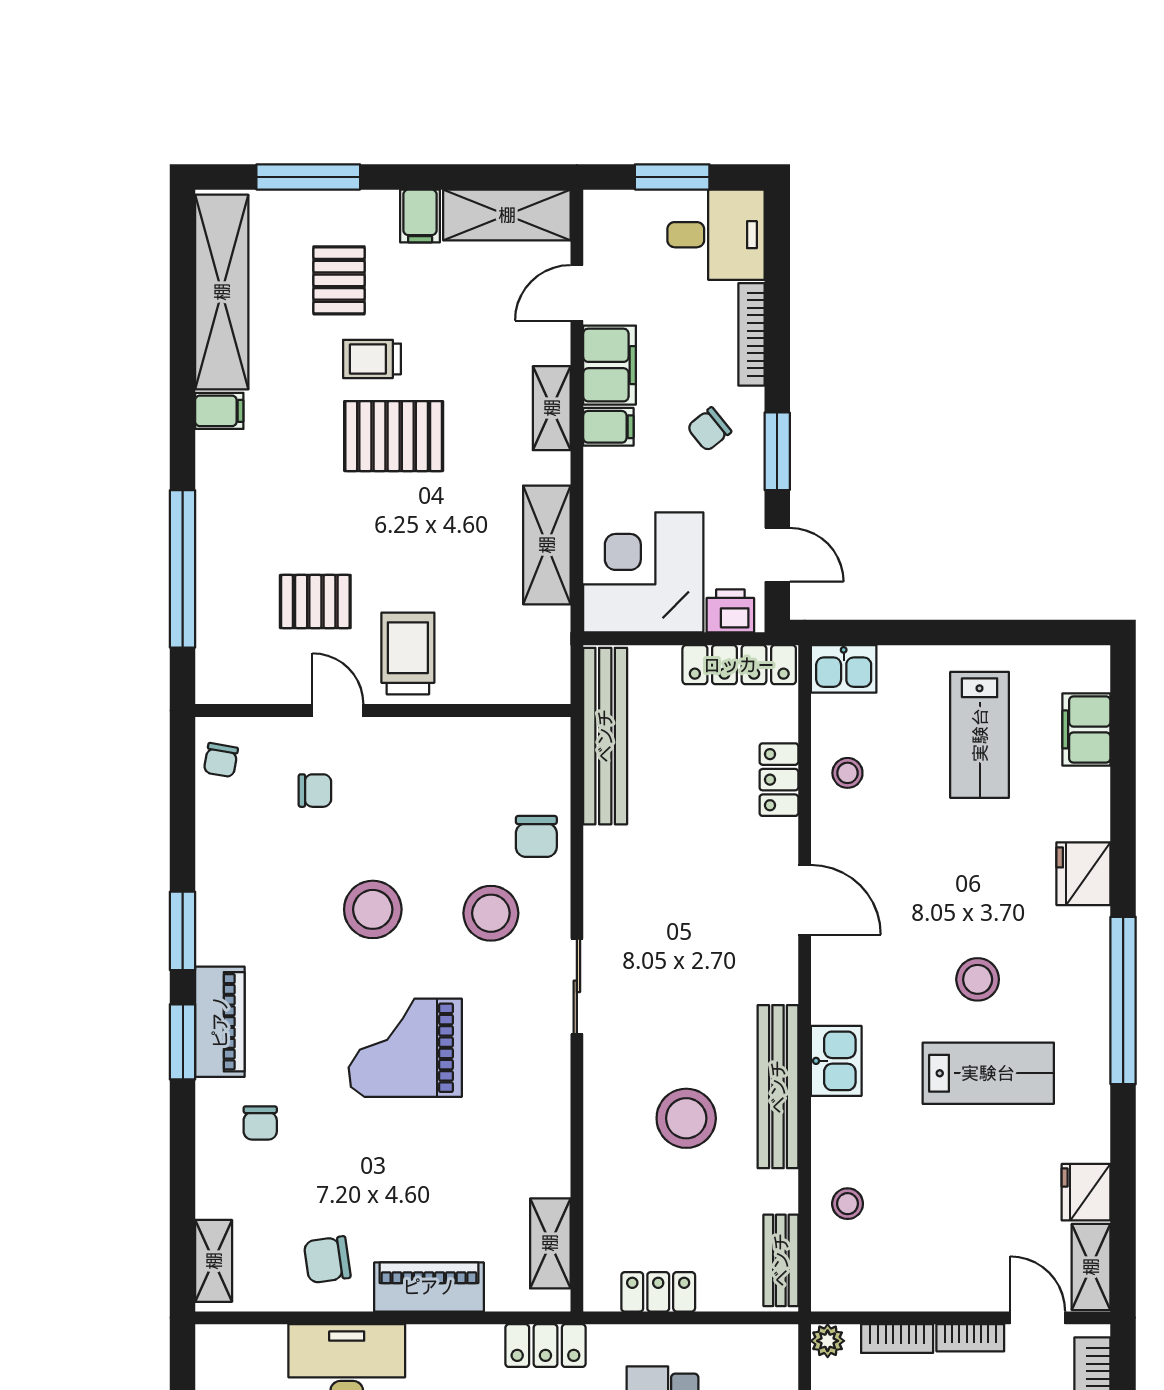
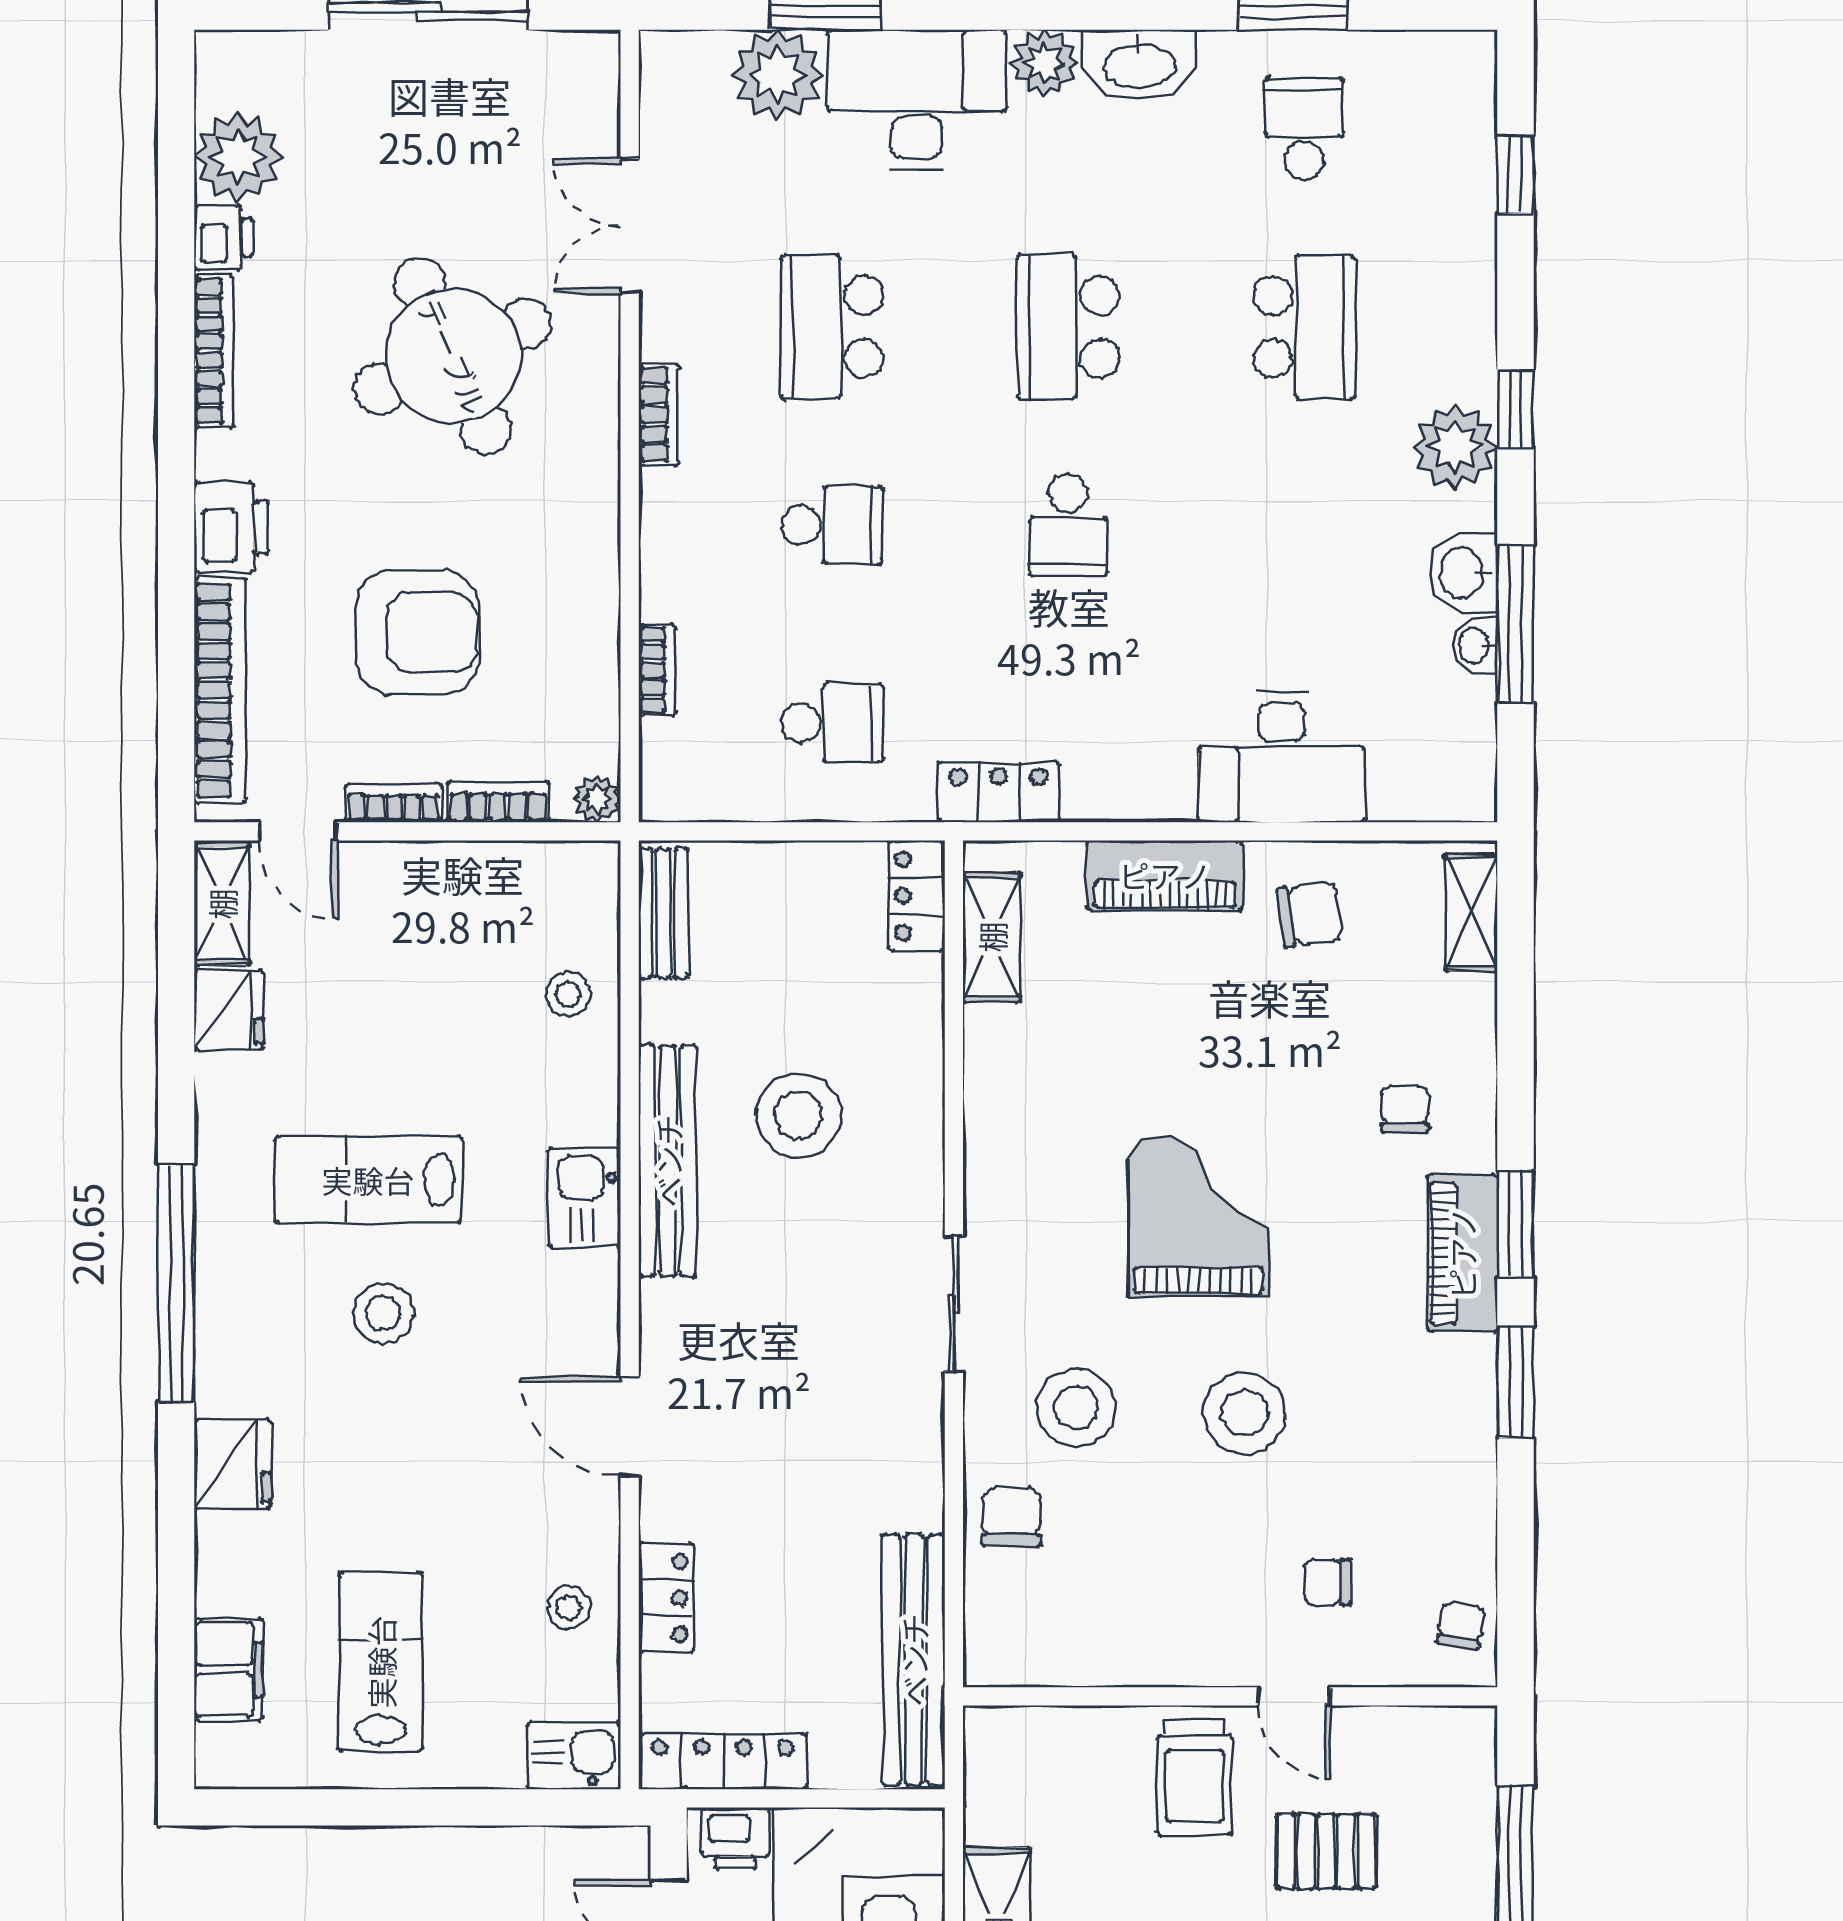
grand piano: (405, 1048) -> (1198, 1216), turned -90
locker: (658, 1292) -> (917, 896), moved, turned 90

